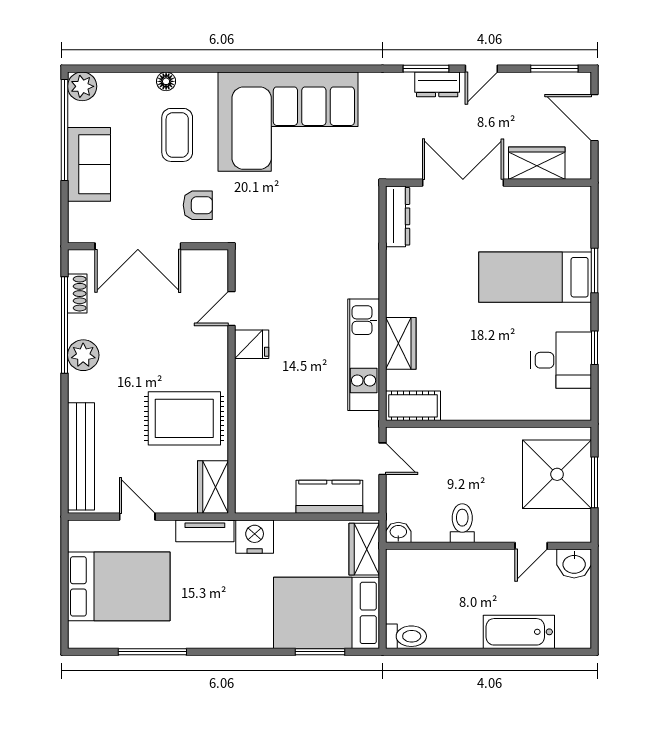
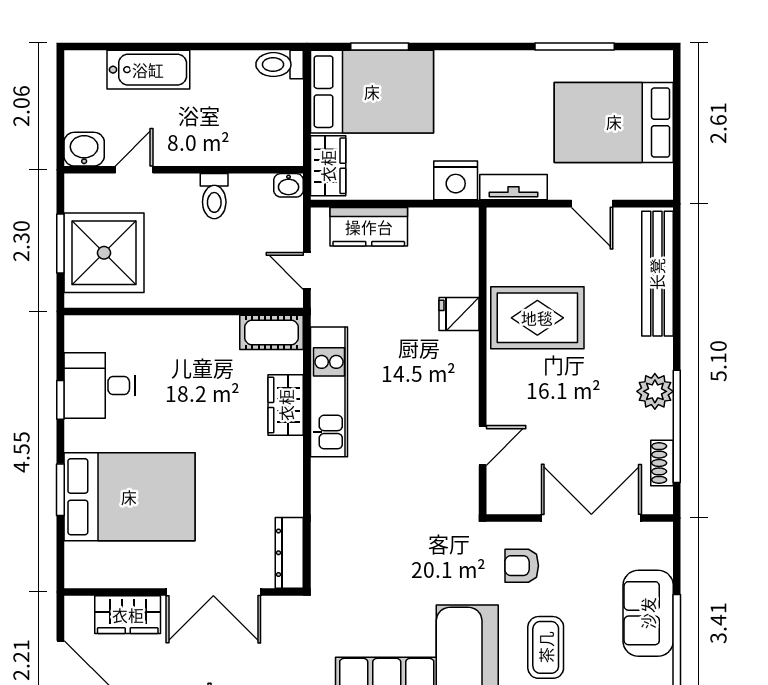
bed: (535, 277) -> (129, 497), width x1.50
fridge: (252, 344) -> (459, 314), moved
wardrobe: (213, 487) -> (504, 238), removed

